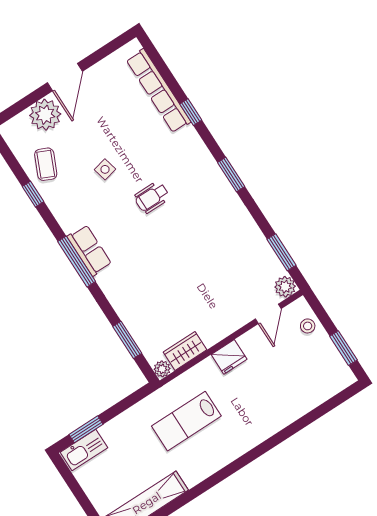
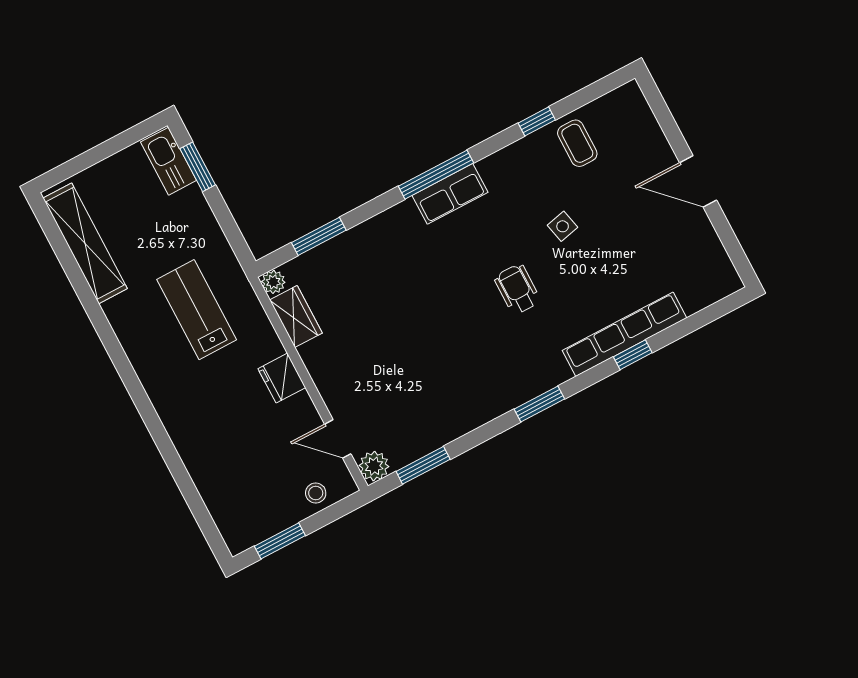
row of seats: (159, 91) -> (624, 334), moved
plant: (45, 115) -> (647, 149), removed
coffee table: (46, 164) -> (577, 143), turned 66

